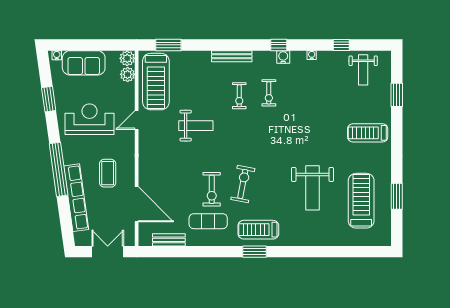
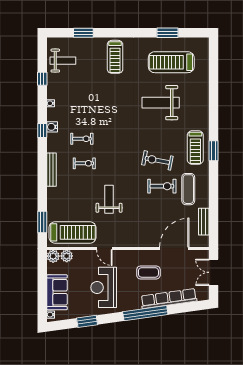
weight bench: (312, 188) -> (161, 103), turned 180

